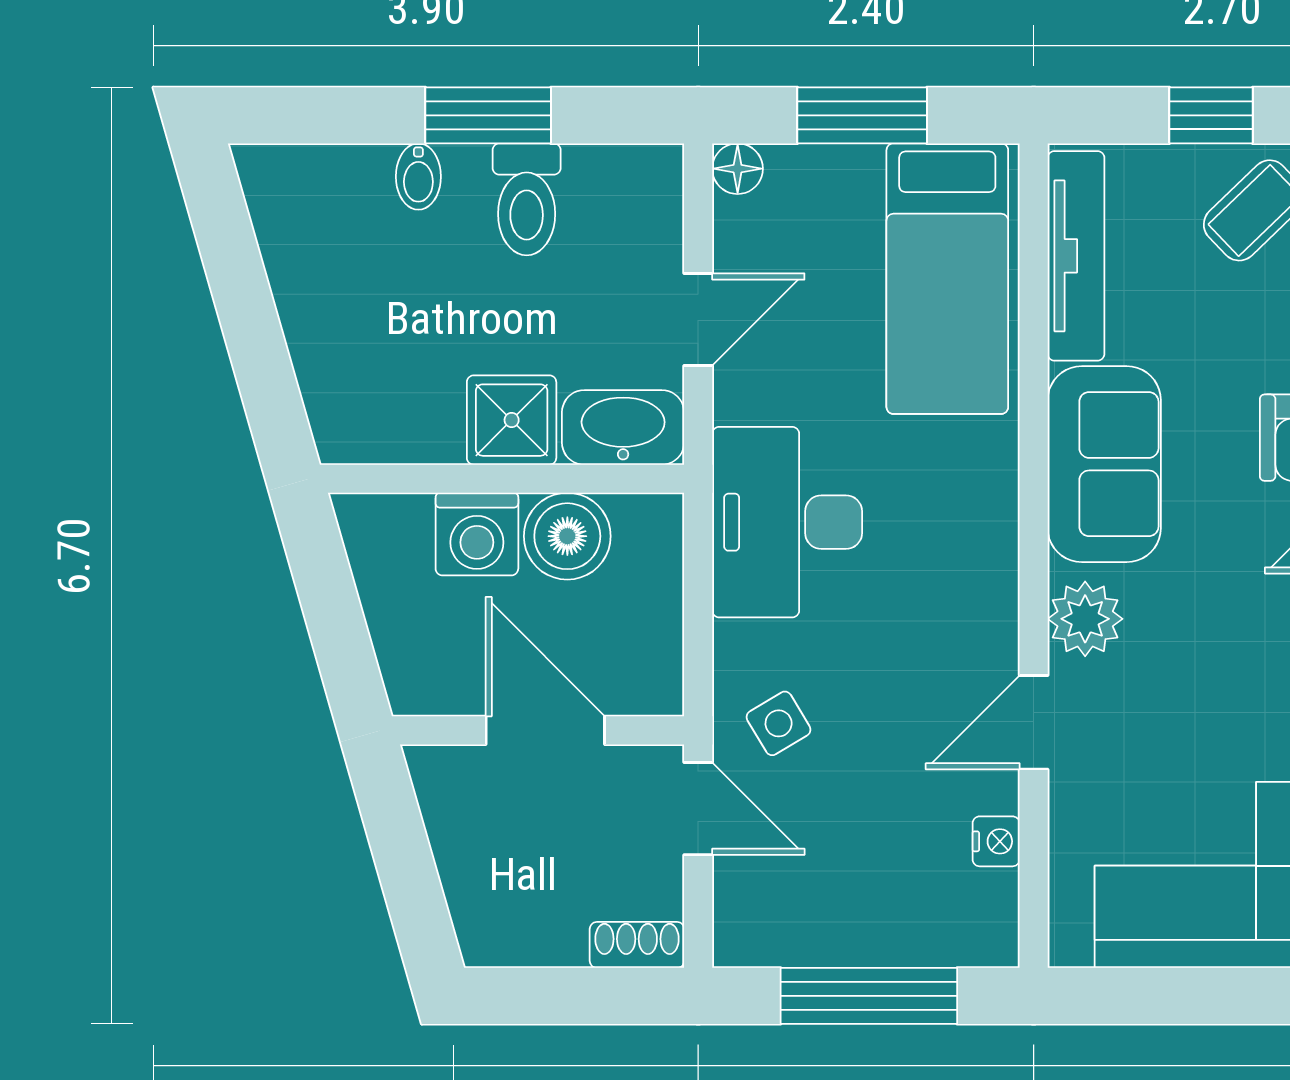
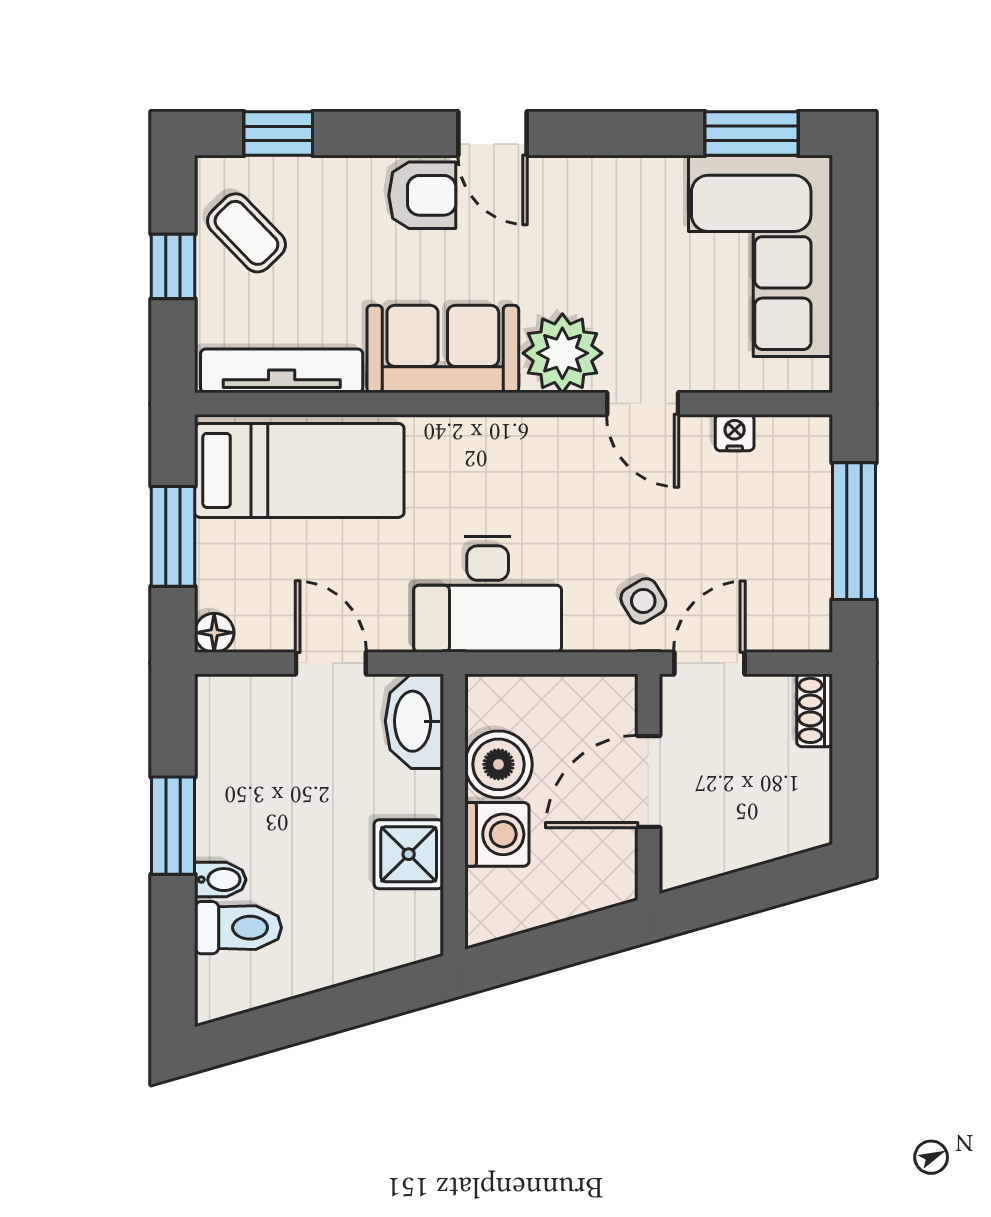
toilet: (527, 199) -> (238, 928), moved
shower: (512, 420) -> (409, 854), moved
plant: (1085, 619) -> (562, 353), width x1.36, depth x1.36

